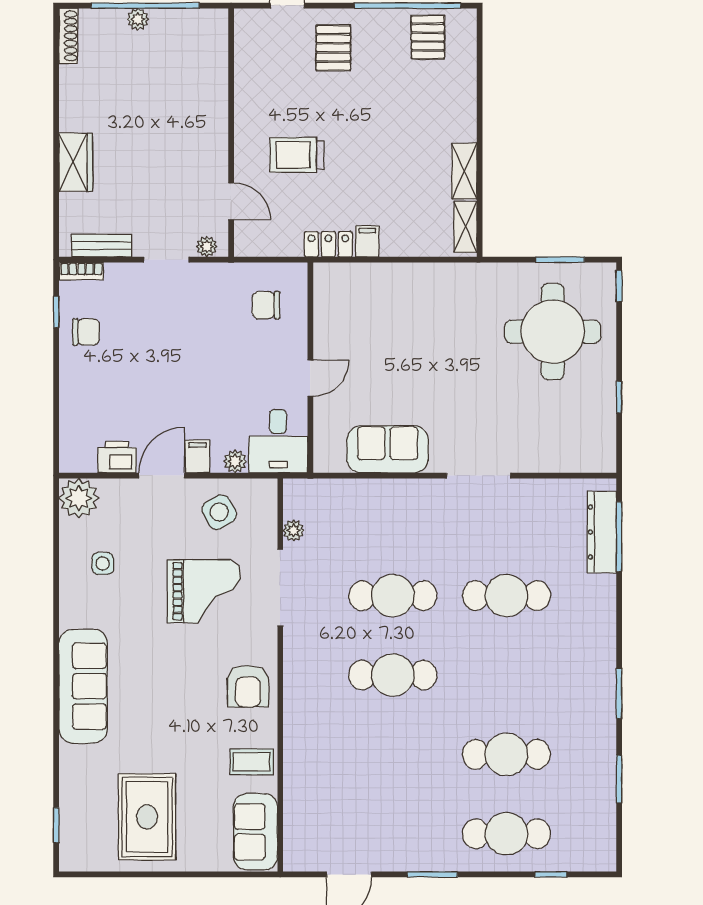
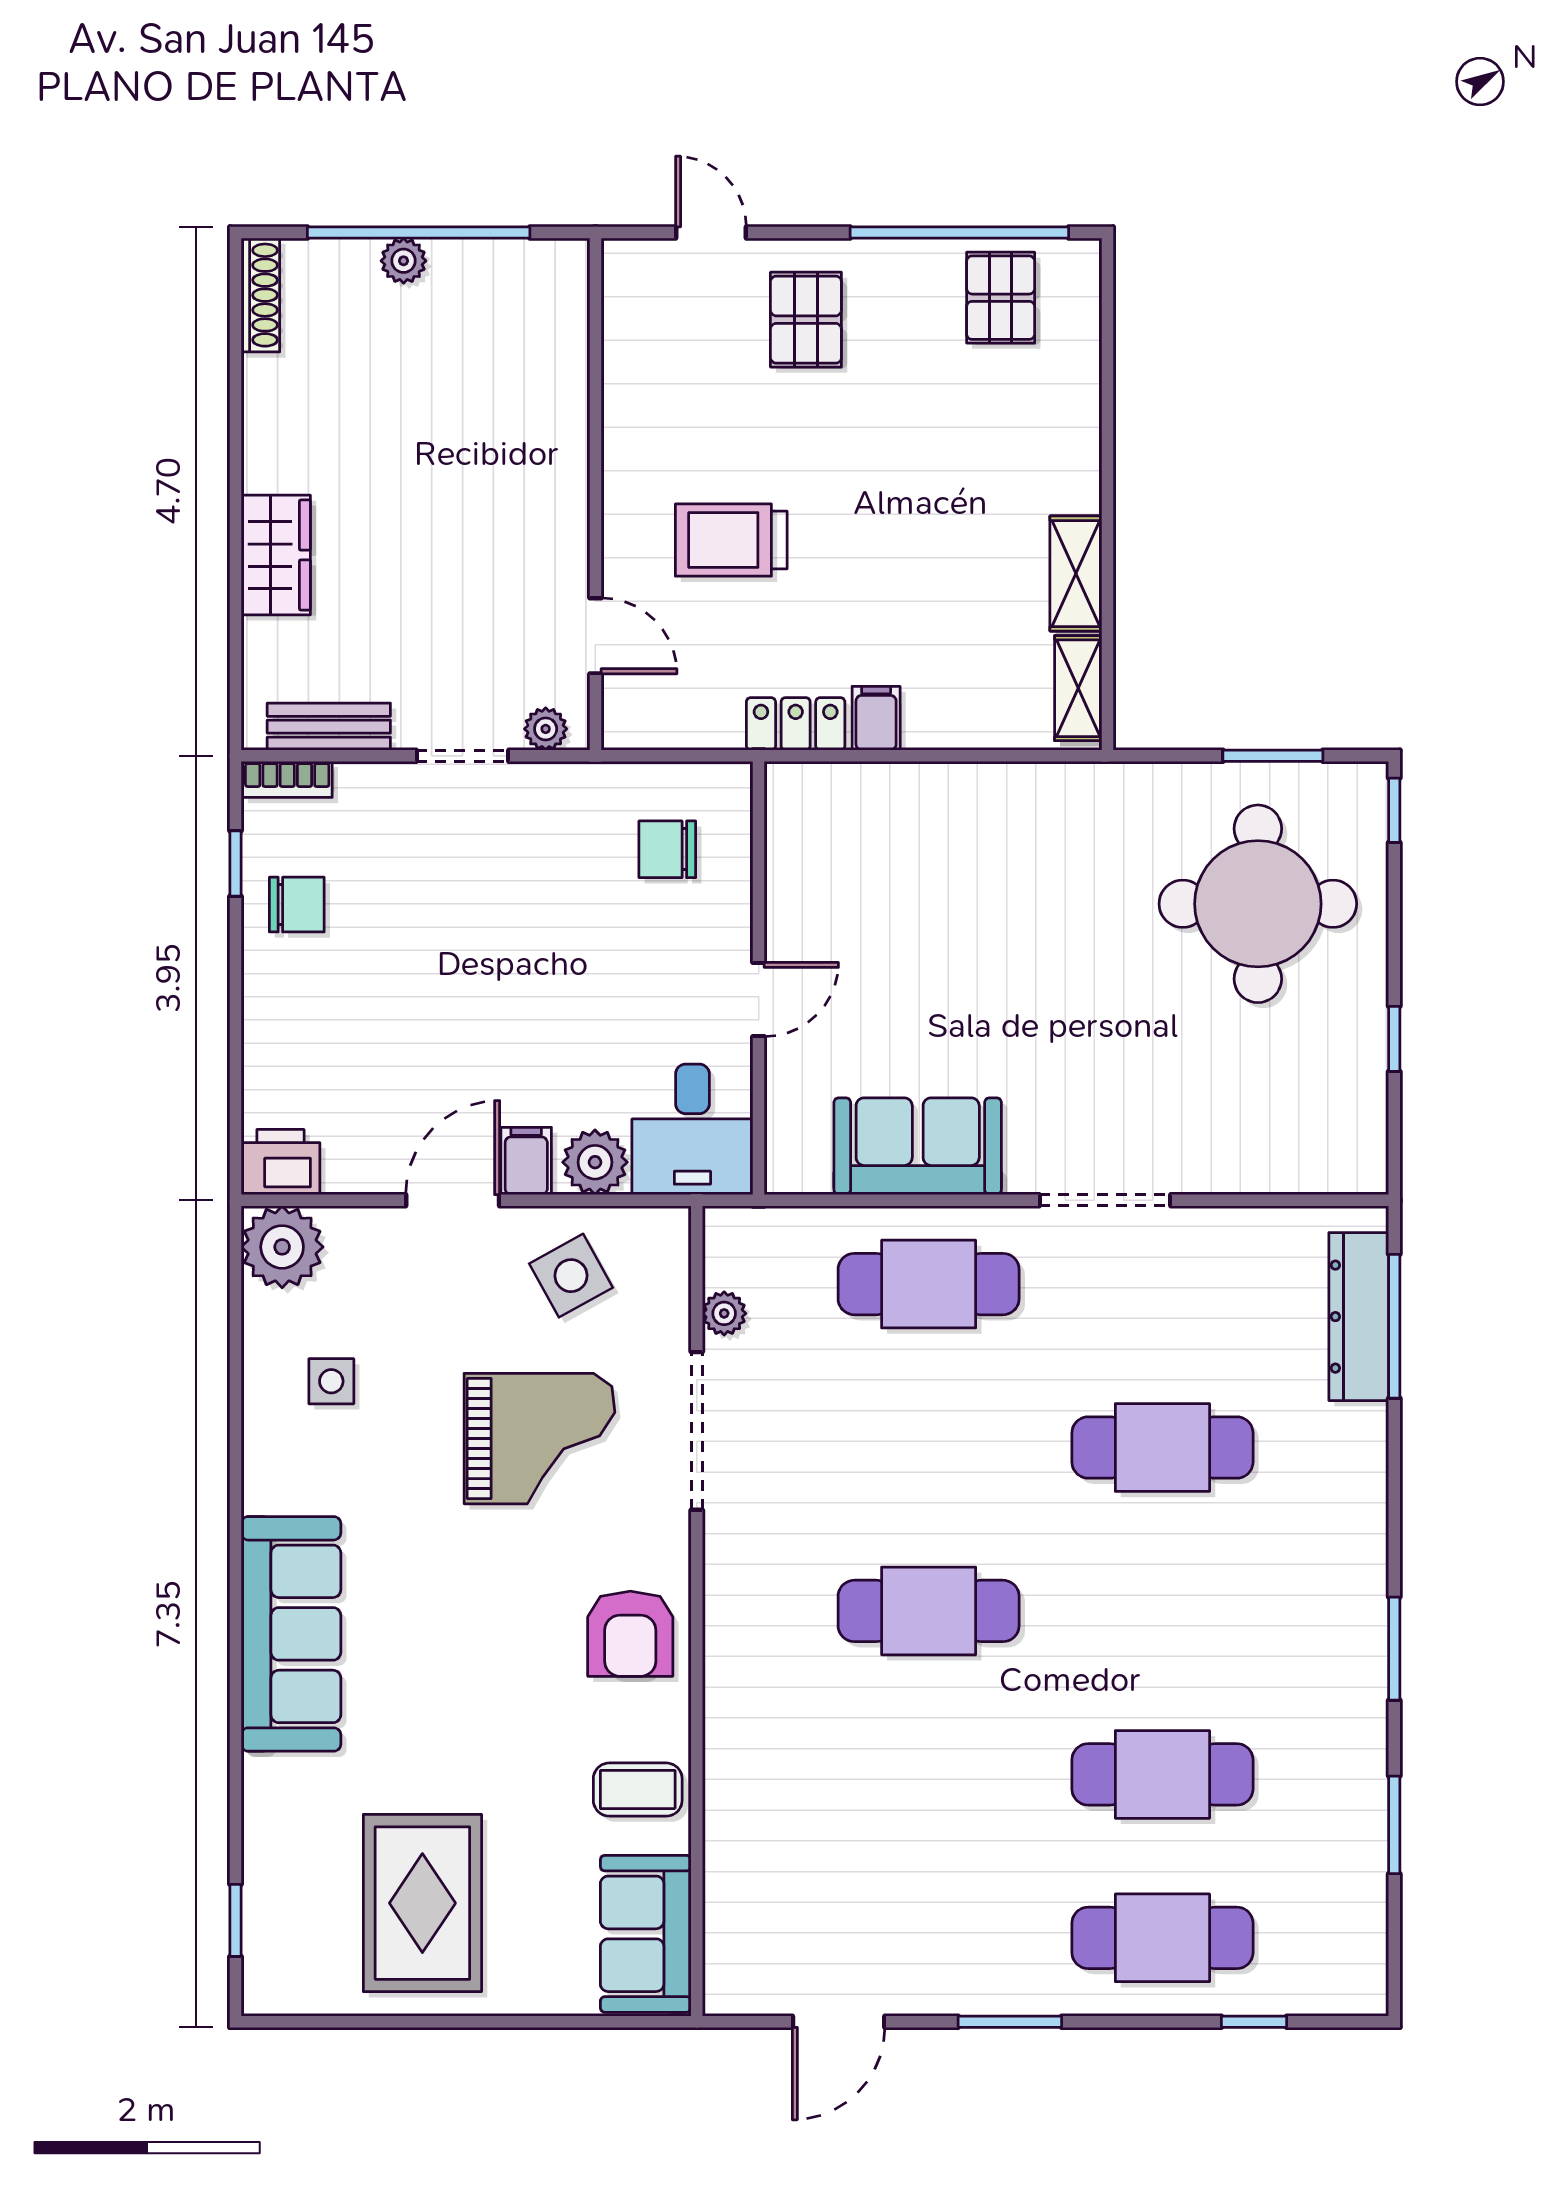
printer: (117, 457) -> (280, 1162), moved
plant: (235, 461) -> (595, 1162), width x1.38, depth x1.38
cafe table: (393, 596) -> (929, 1284), moved

